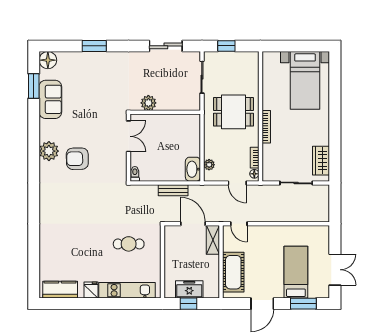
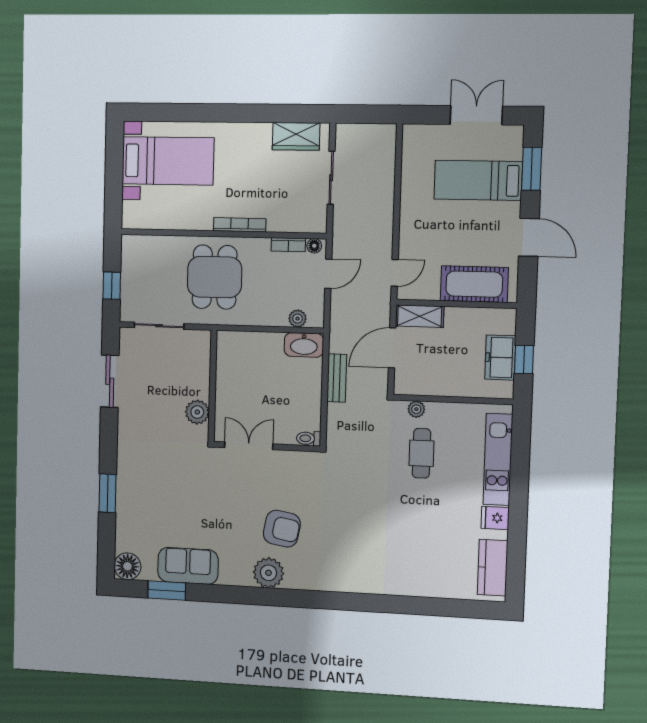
armchair: (77, 159) -> (282, 529), turned -79
plant: (156, 240) -> (416, 409), added

